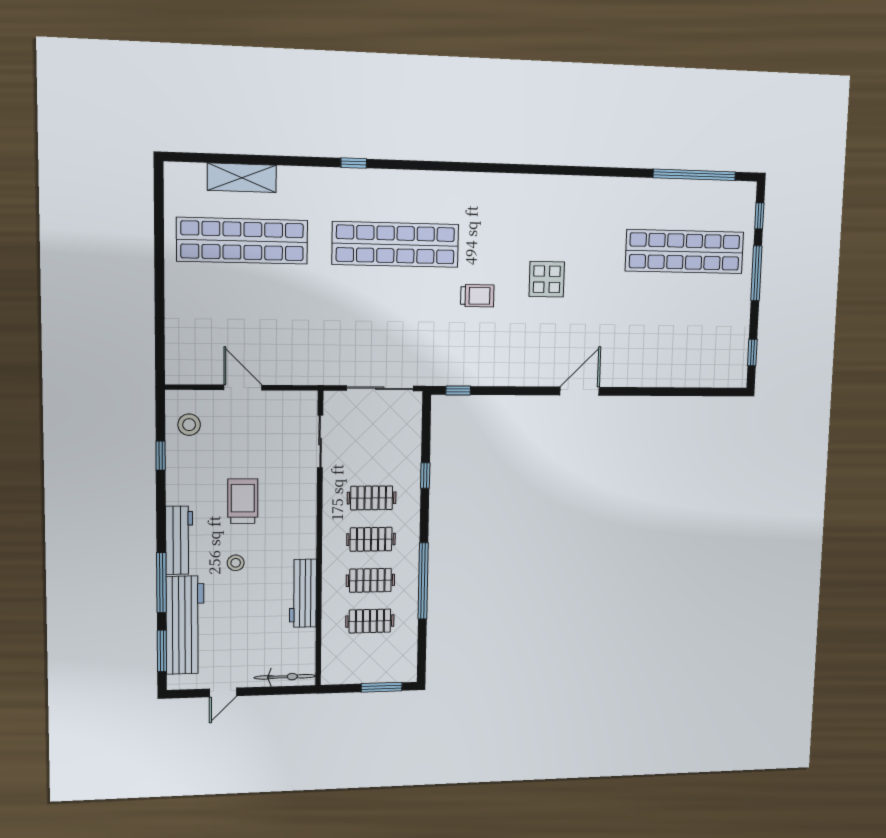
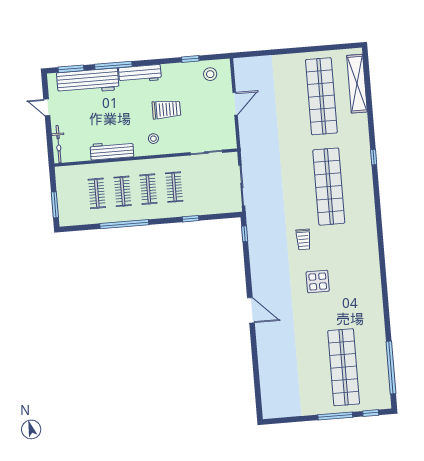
shelving: (242, 178) -> (357, 84), width x1.47
window: (752, 353) -> (285, 420), removed
stool: (236, 563) -> (153, 139), moved

